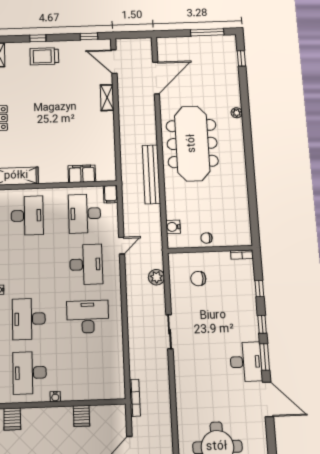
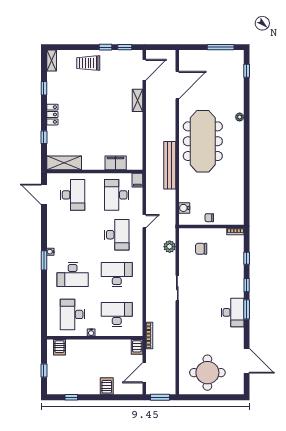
window: (38, 38) -> (106, 47), moved
door: (114, 62) -> (144, 70), swing flipped
desk: (29, 319) -> (73, 275), turned -90
desk: (89, 370) -> (117, 314), added
door: (268, 399) -> (247, 361), moved
server rack: (82, 416) -> (137, 347), moved

